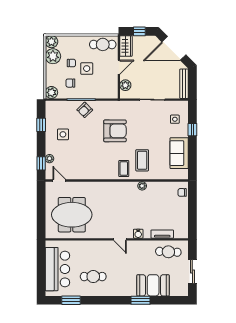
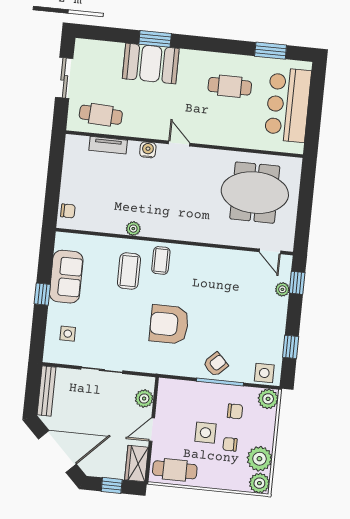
window: (192, 130) -> (42, 294), moved
side table: (63, 134) -> (264, 373), moved
booth: (153, 285) -> (151, 64), moved

